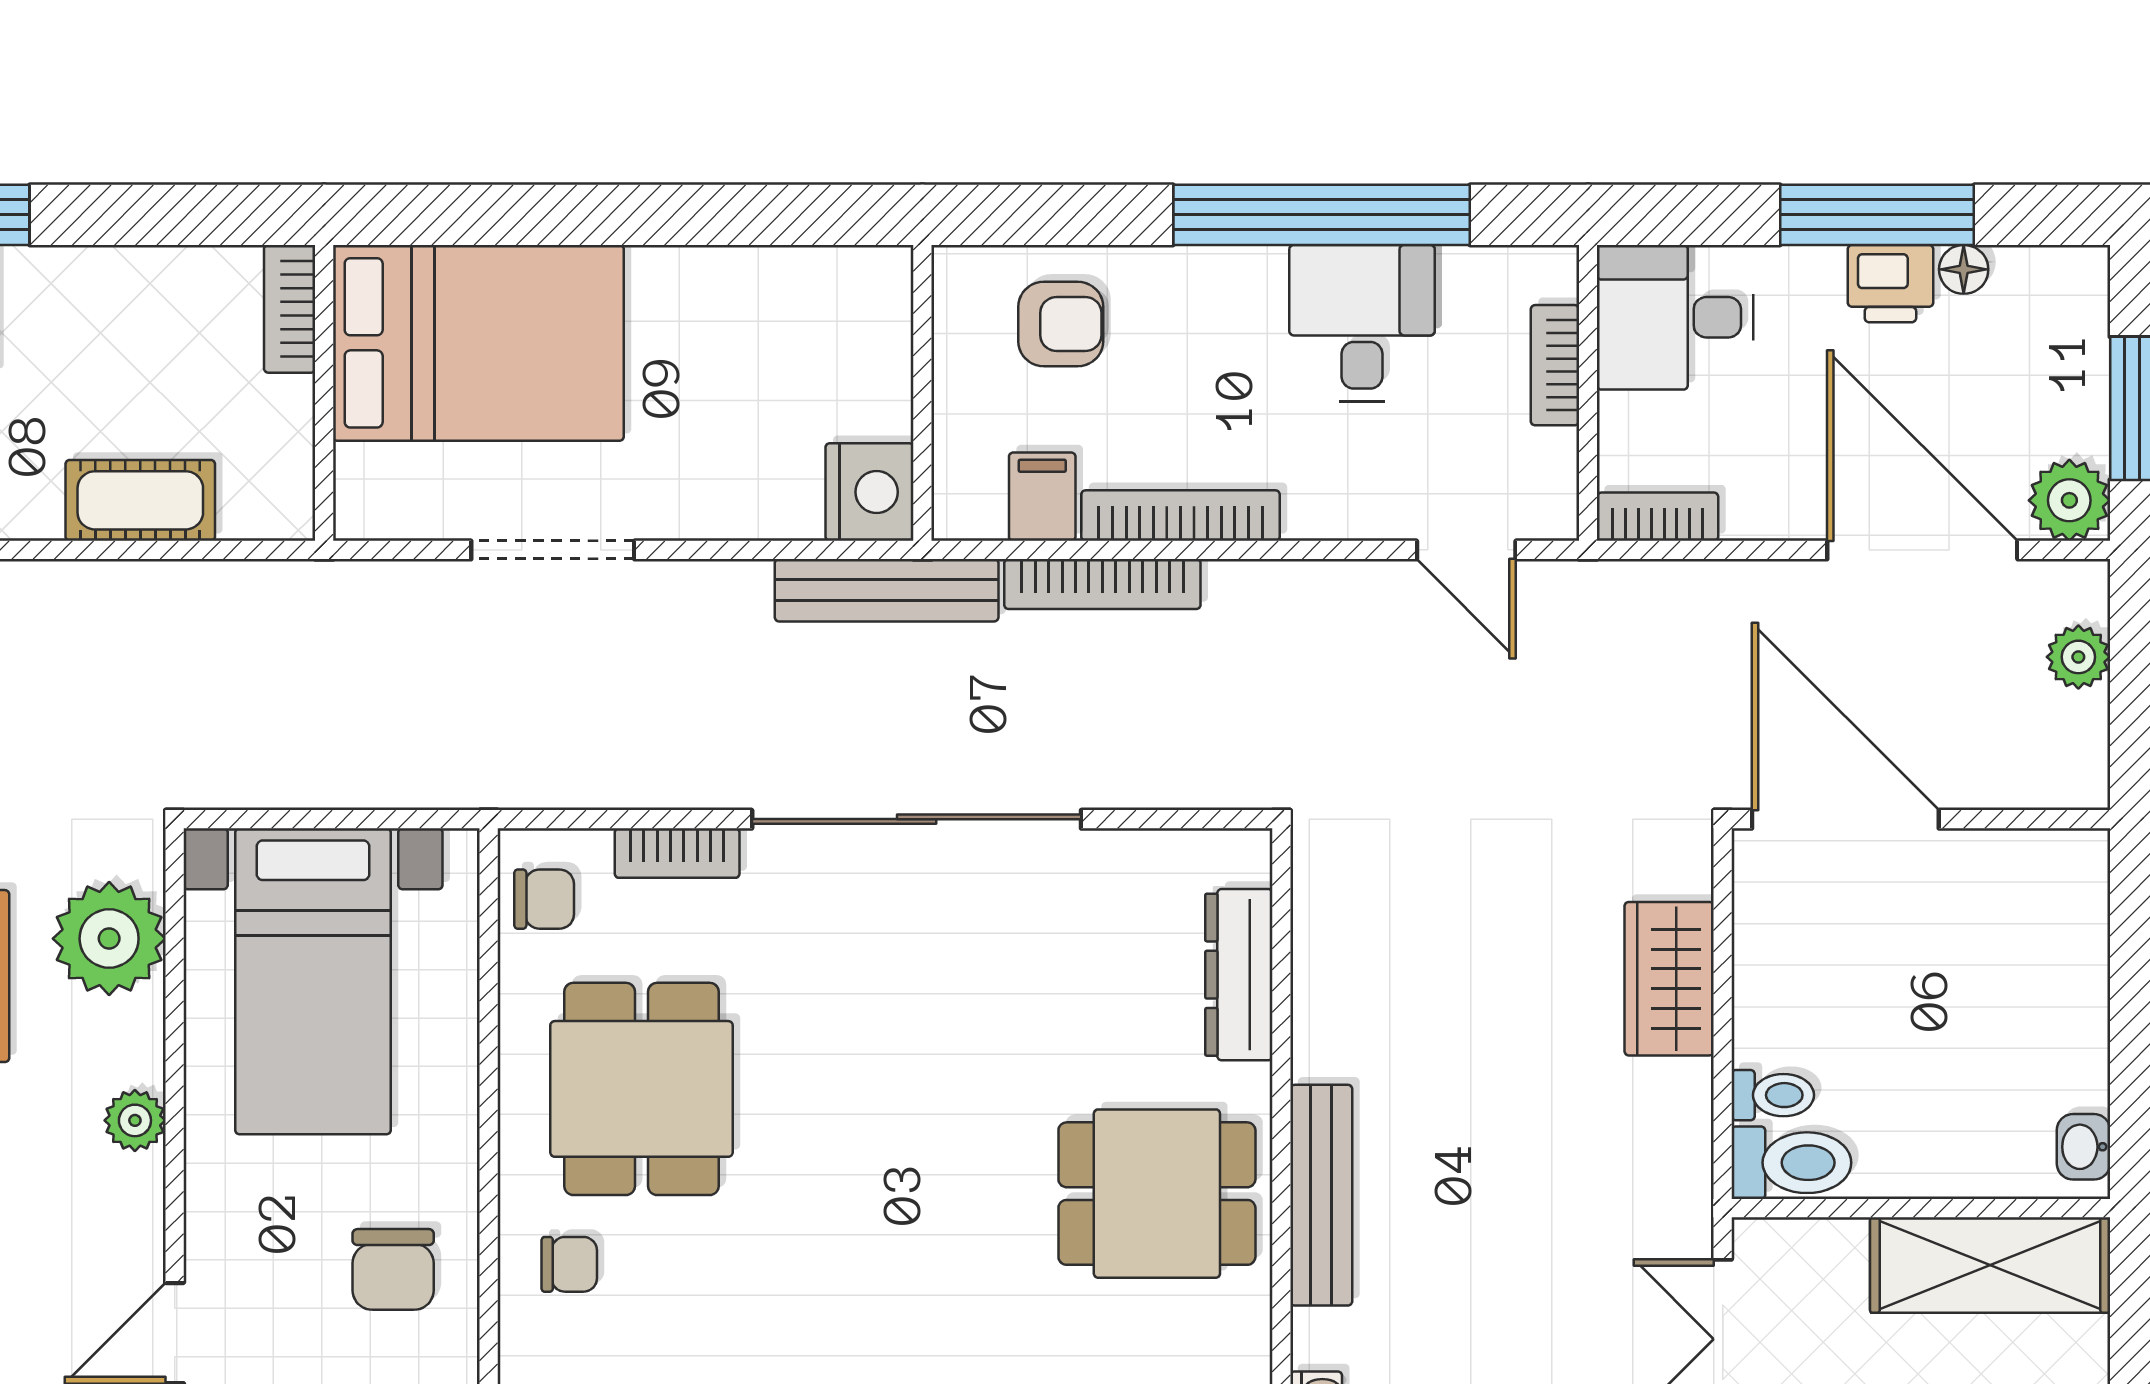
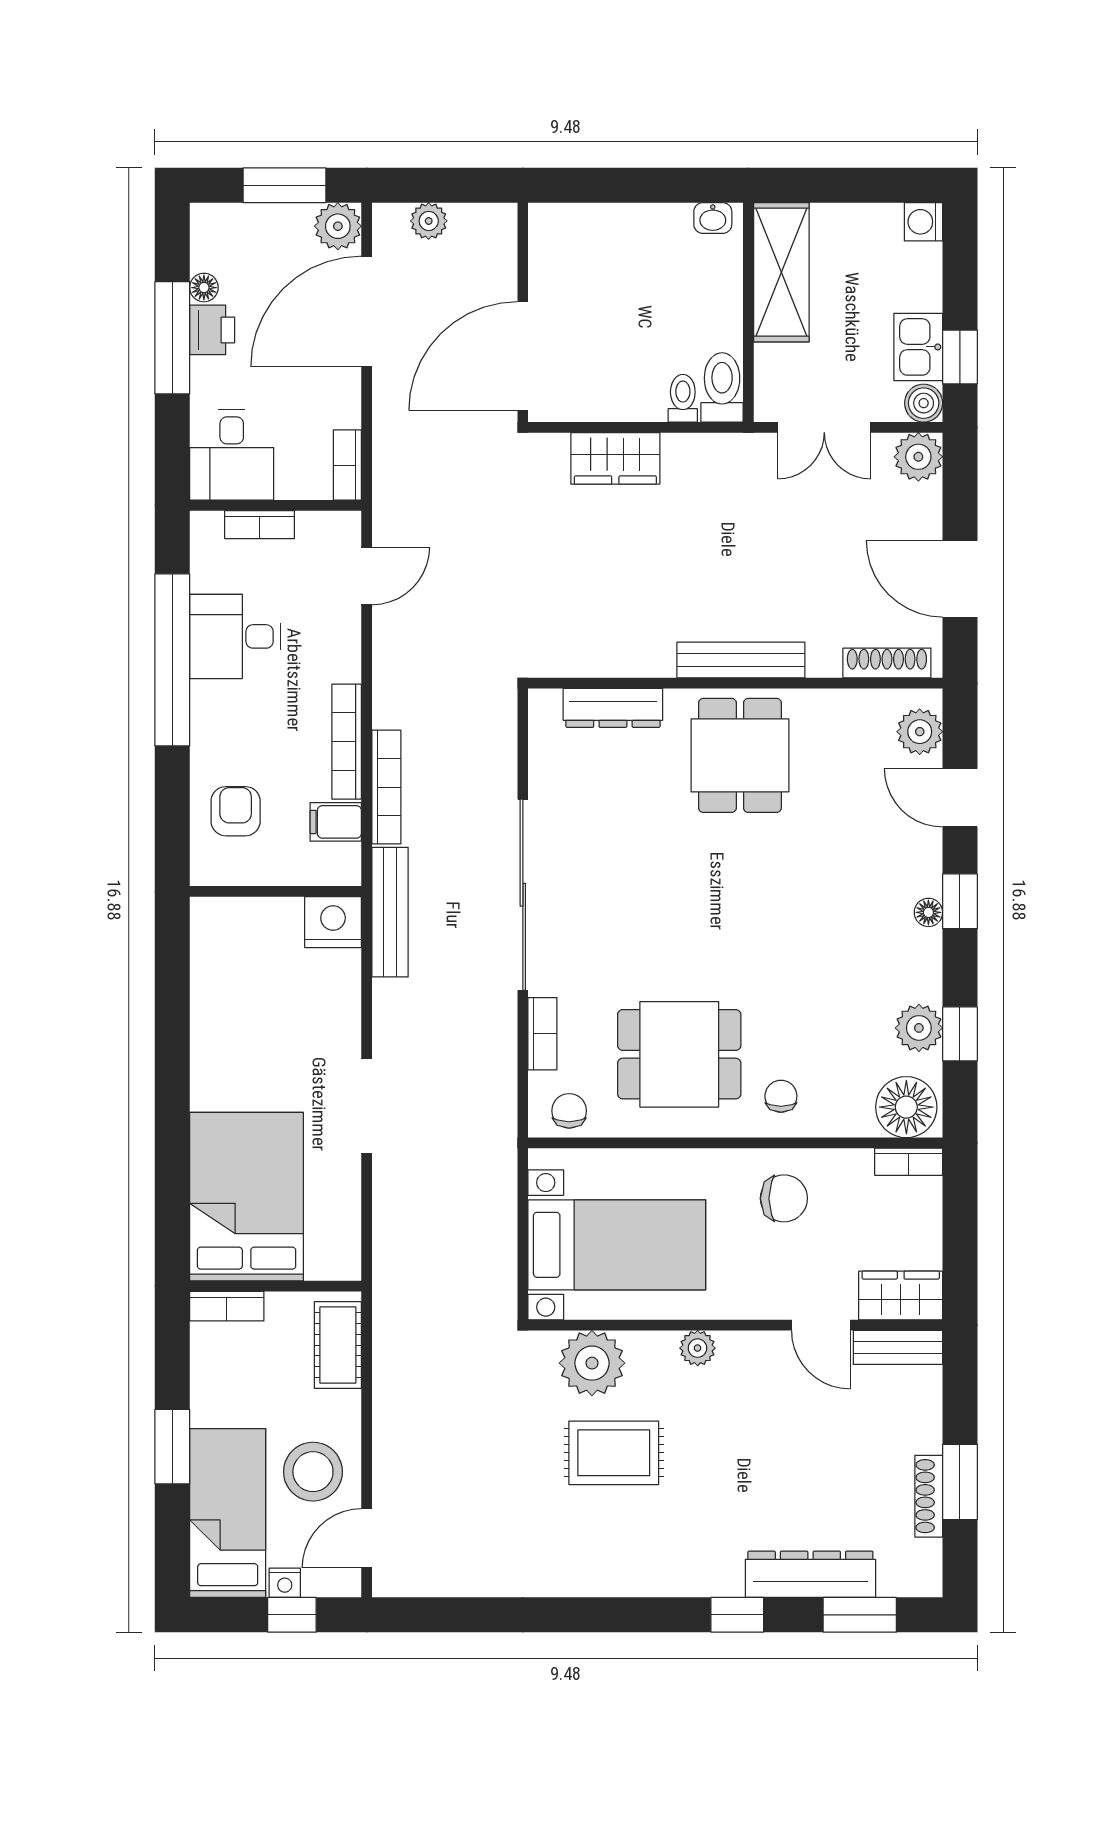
bookcase: (290, 309) -> (227, 1306), moved
bed: (478, 343) -> (247, 1197), moved
wall: (324, 393) -> (276, 1286), moved

